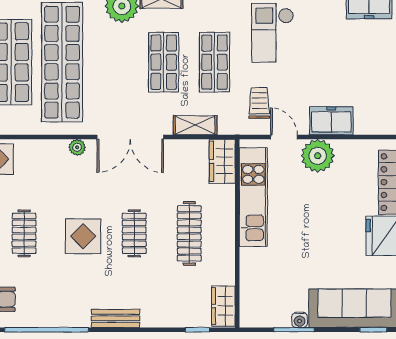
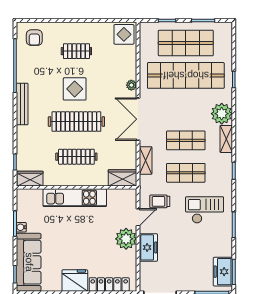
trolley: (259, 103) -> (160, 201), turned 180
kitchen unit: (253, 197) -> (75, 198), moved
clothes rail: (134, 233) -> (76, 122), width x1.86, depth x1.31
bench: (115, 318) -> (22, 104), width x1.36

